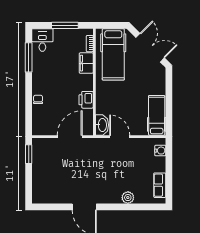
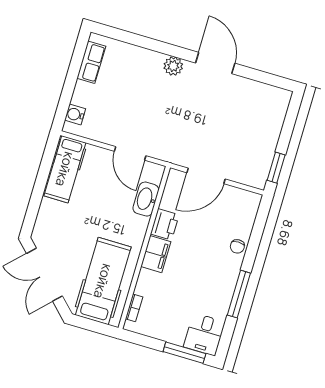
window: (65, 25) -> (184, 353), moved
window: (29, 57) -> (239, 294), moved
filing cabinet: (86, 63) -> (156, 254), moved
washbasin: (102, 125) -> (146, 199), moved
plant: (128, 198) -> (173, 66), moved

